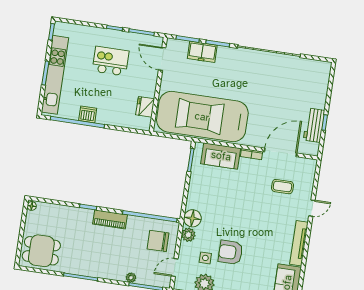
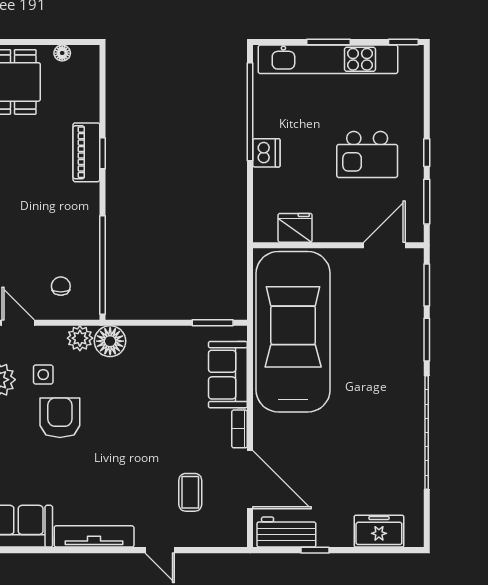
freezer: (202, 52) -> (379, 531), moved, turned 90
kitchen island: (111, 61) -> (367, 155), turned 90
dishwasher: (88, 114) -> (266, 153), moved
workbench: (314, 125) -> (286, 532), moved
floor lamp: (32, 206) -> (62, 53), moved
piano: (110, 219) -> (86, 152), moved
chair: (158, 241) -> (61, 286), width x0.54, depth x0.54

